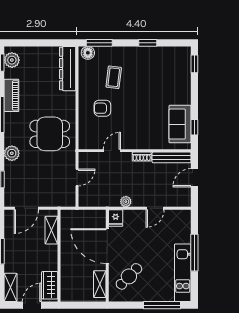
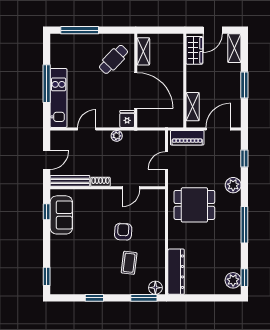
piano: (11, 95) -> (187, 138), moved, turned -90
armchair: (102, 108) -> (123, 232), moved, turned -87
kitchen unit: (183, 273) -> (59, 98), moved

